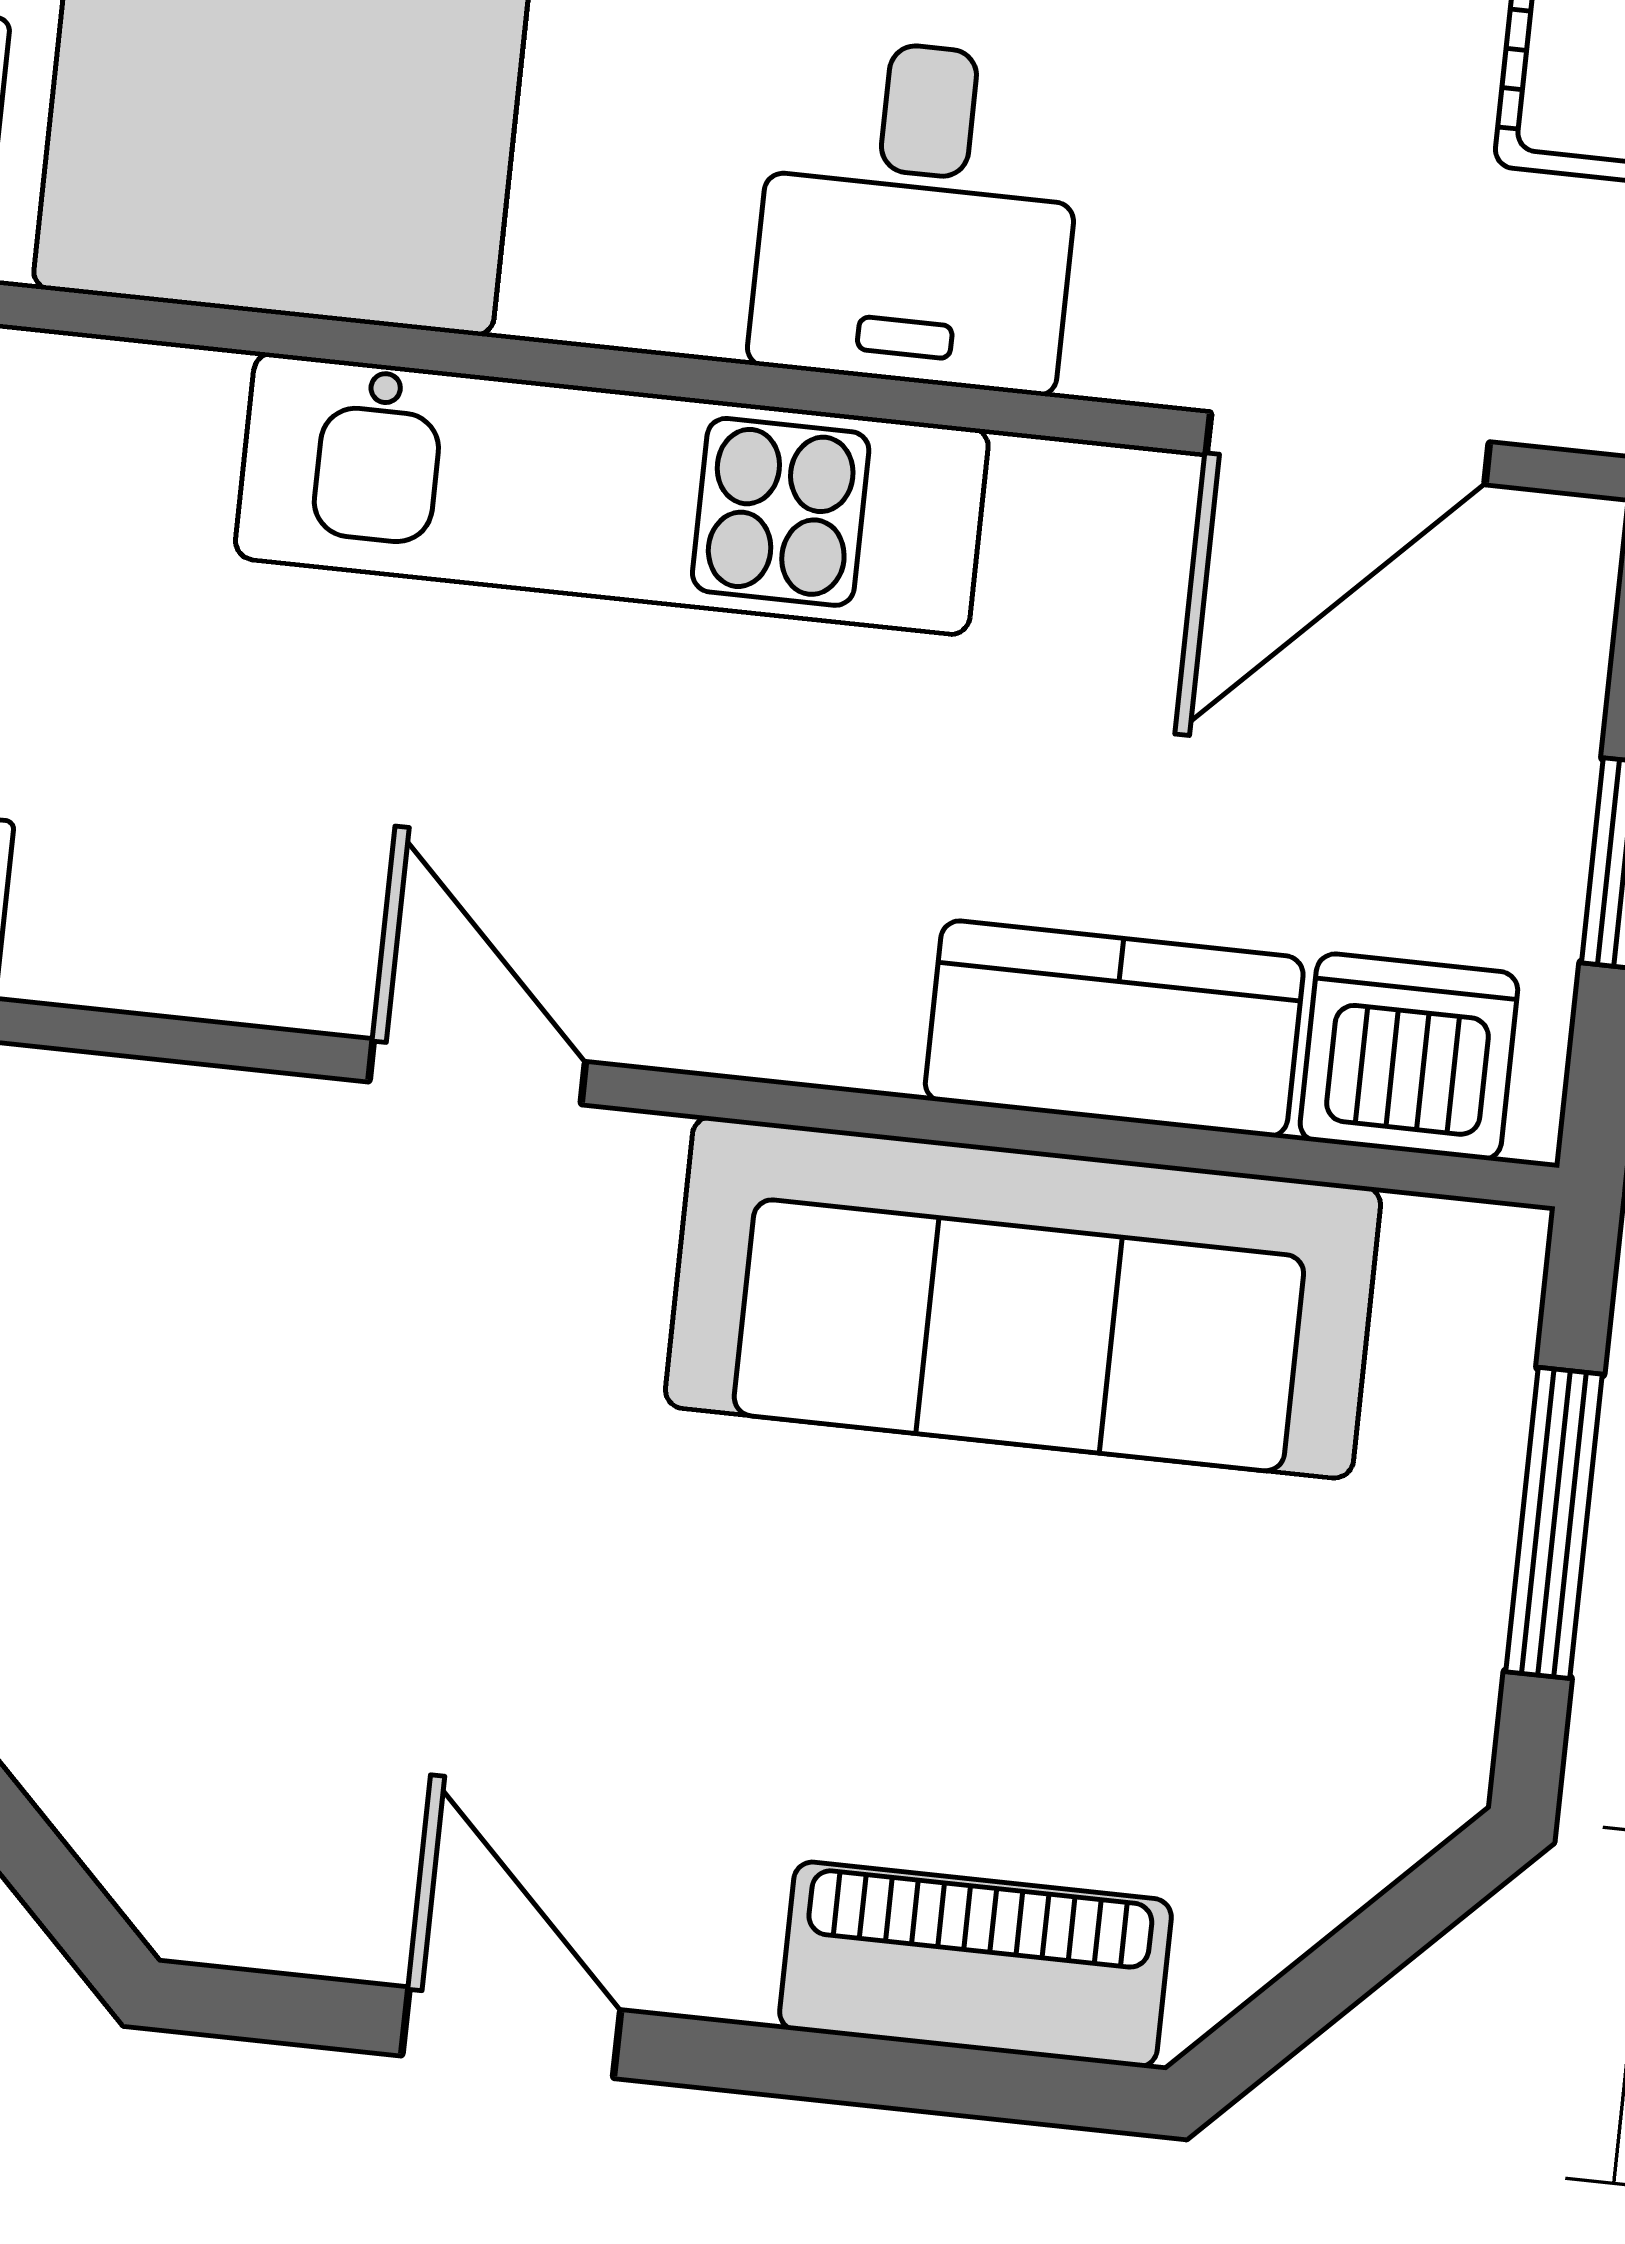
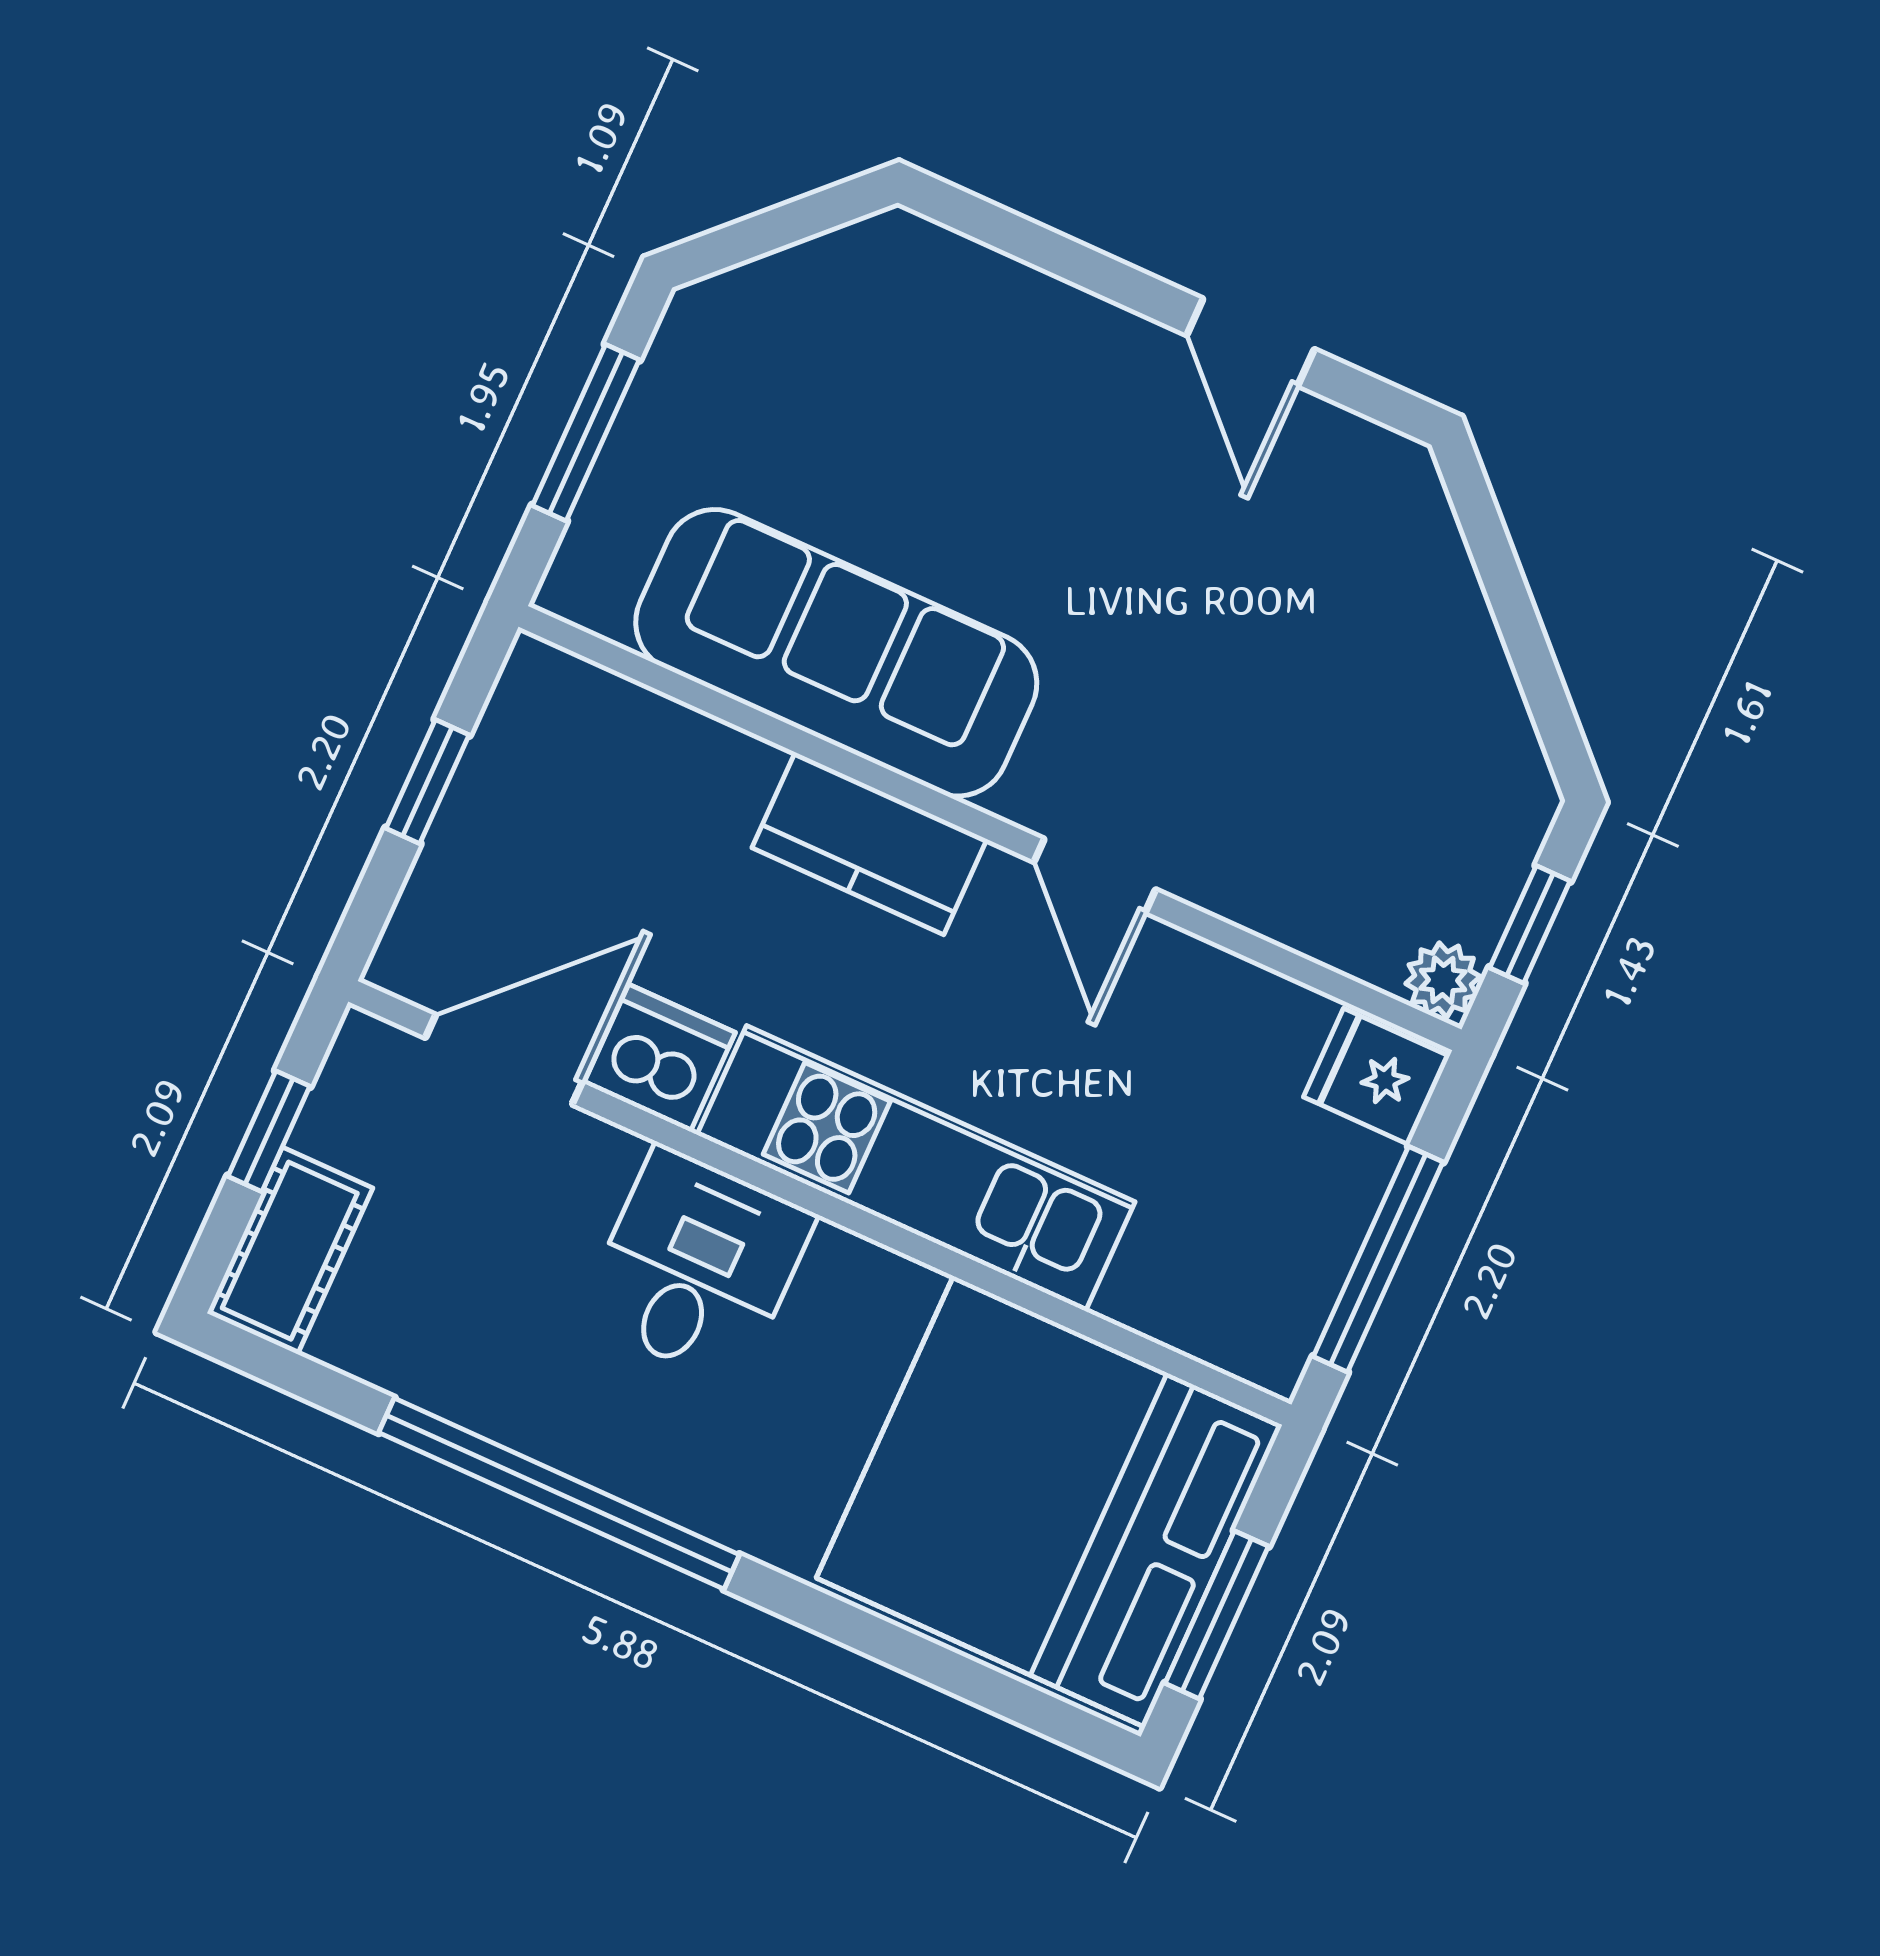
kitchen counter: (1114, 1029) -> (869, 843), moved
dishwasher: (1409, 1057) -> (660, 1058), moved, turned 180
piano: (975, 1965) -> (983, 295), removed

